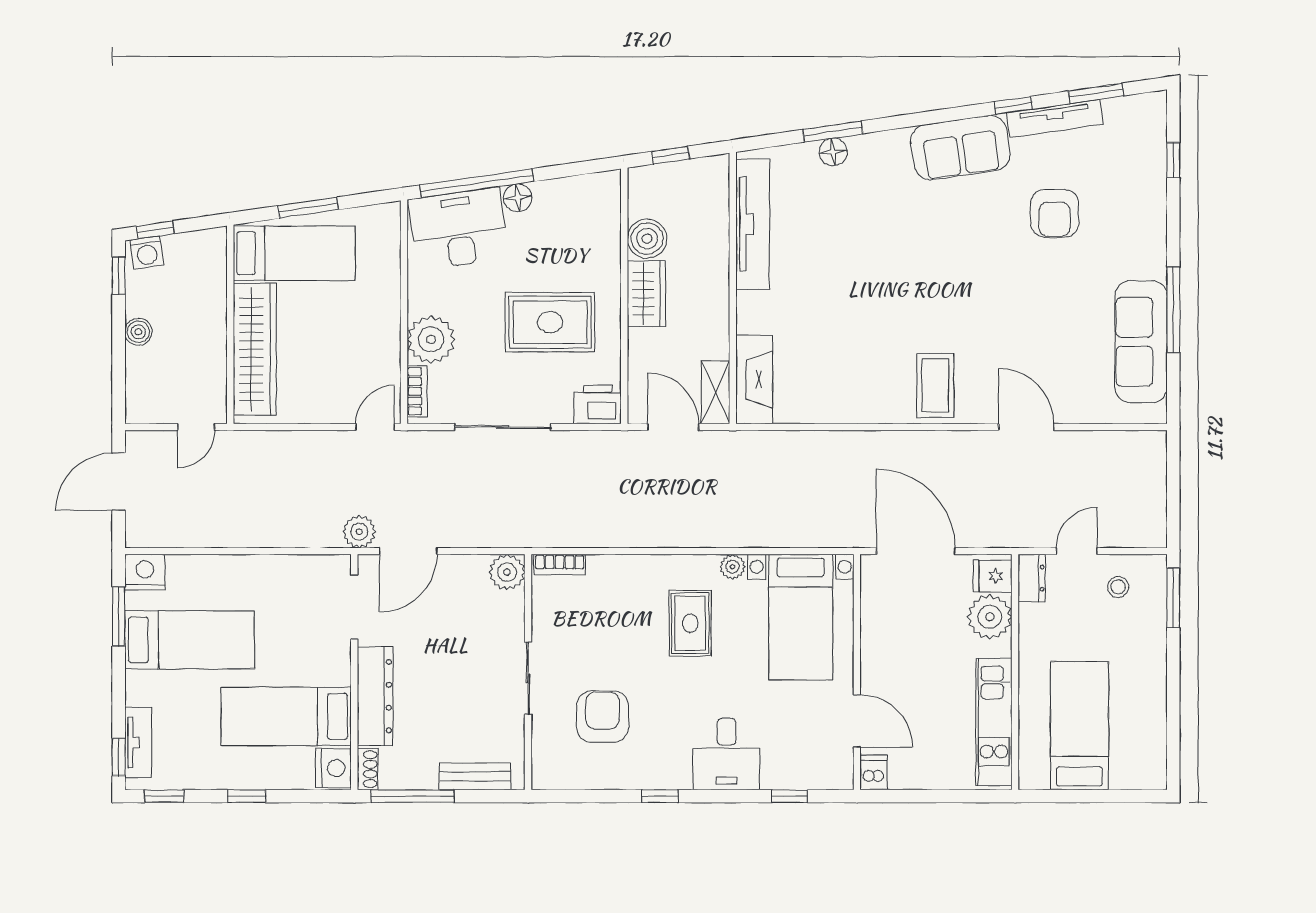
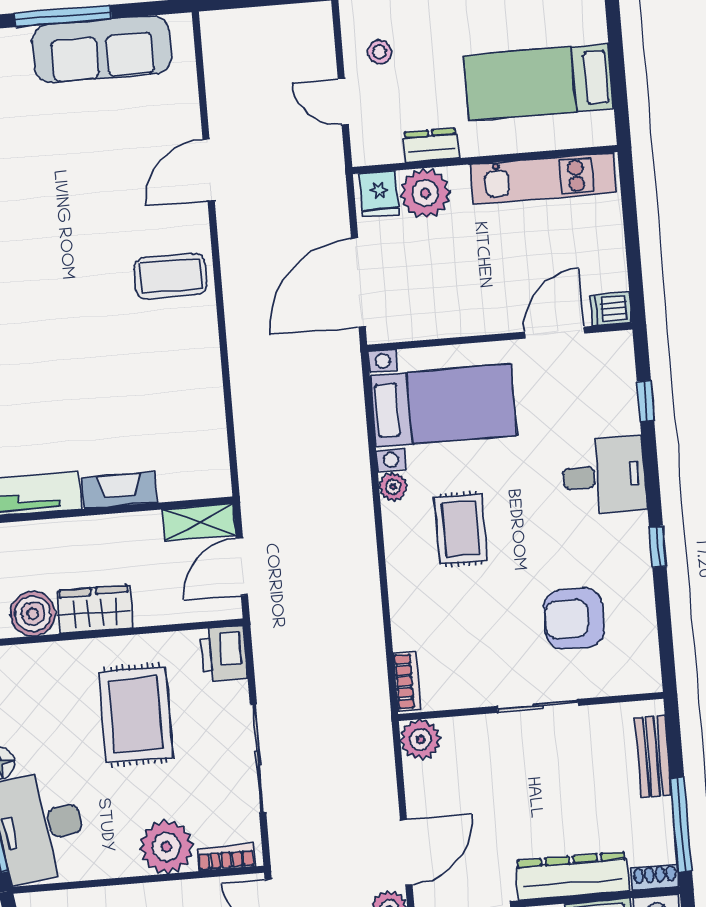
fireplace: (754, 380) -> (119, 490), moved, width x0.73, depth x0.76
door: (408, 551) -> (406, 852), hinge flipped
dresser: (1032, 578) -> (431, 145), moved
rug: (690, 623) -> (461, 529), turned 90

